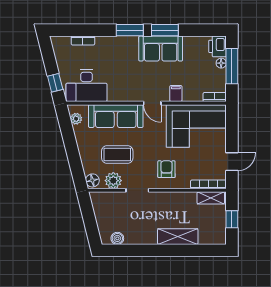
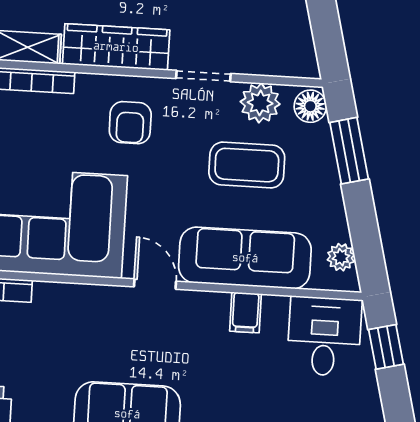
desk: (87, 86) -> (324, 336), width x0.73
filing cabinet: (176, 94) -> (246, 312), moved
window: (75, 163) -> (349, 151), added
wardrobe: (174, 200) -> (116, 47), added

